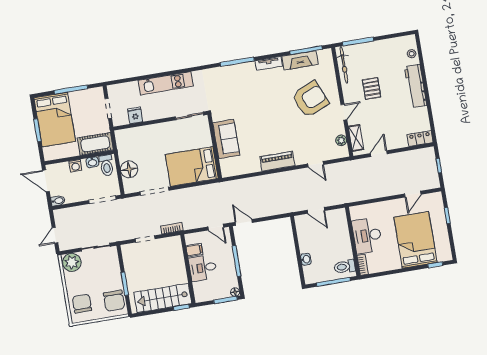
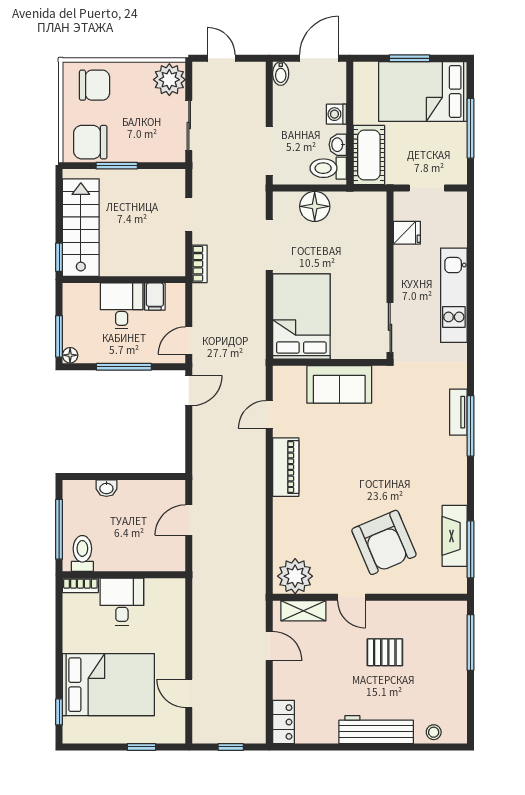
tv unit: (269, 63) -> (458, 412), moved
bicycle: (344, 65) -> (434, 611), removed
plant: (341, 140) -> (295, 576), width x1.87, depth x1.87
door: (316, 164) -> (269, 414), moved
desk: (367, 235) -> (122, 602), width x0.73

